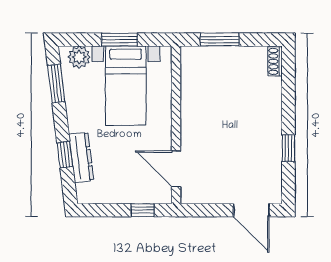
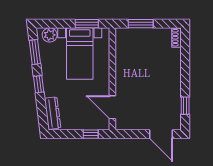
window: (120, 40) -> (87, 24), moved
window: (288, 148) -> (185, 106), moved
window: (65, 155) -> (39, 84), moved
dresser: (81, 157) -> (53, 113), moved

